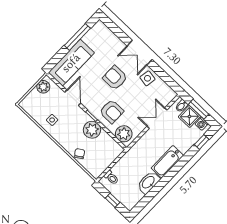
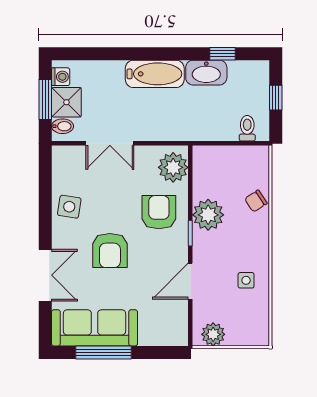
double door: (140, 53) -> (45, 275), moved
sofa: (71, 63) -> (94, 328), moved
window: (202, 142) -> (223, 54), moved

